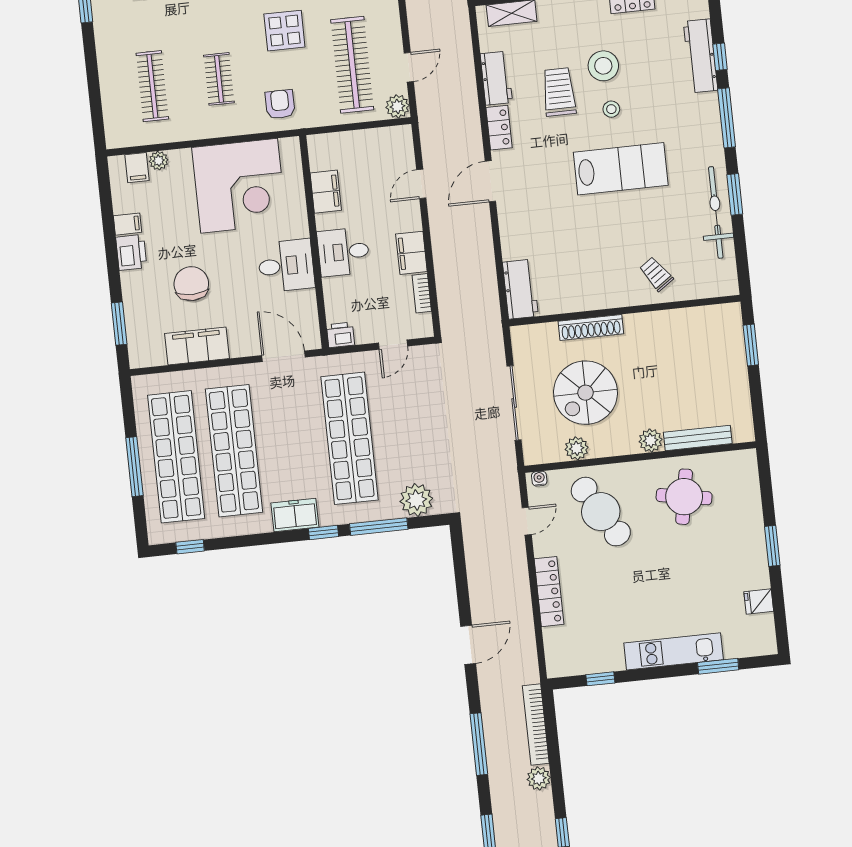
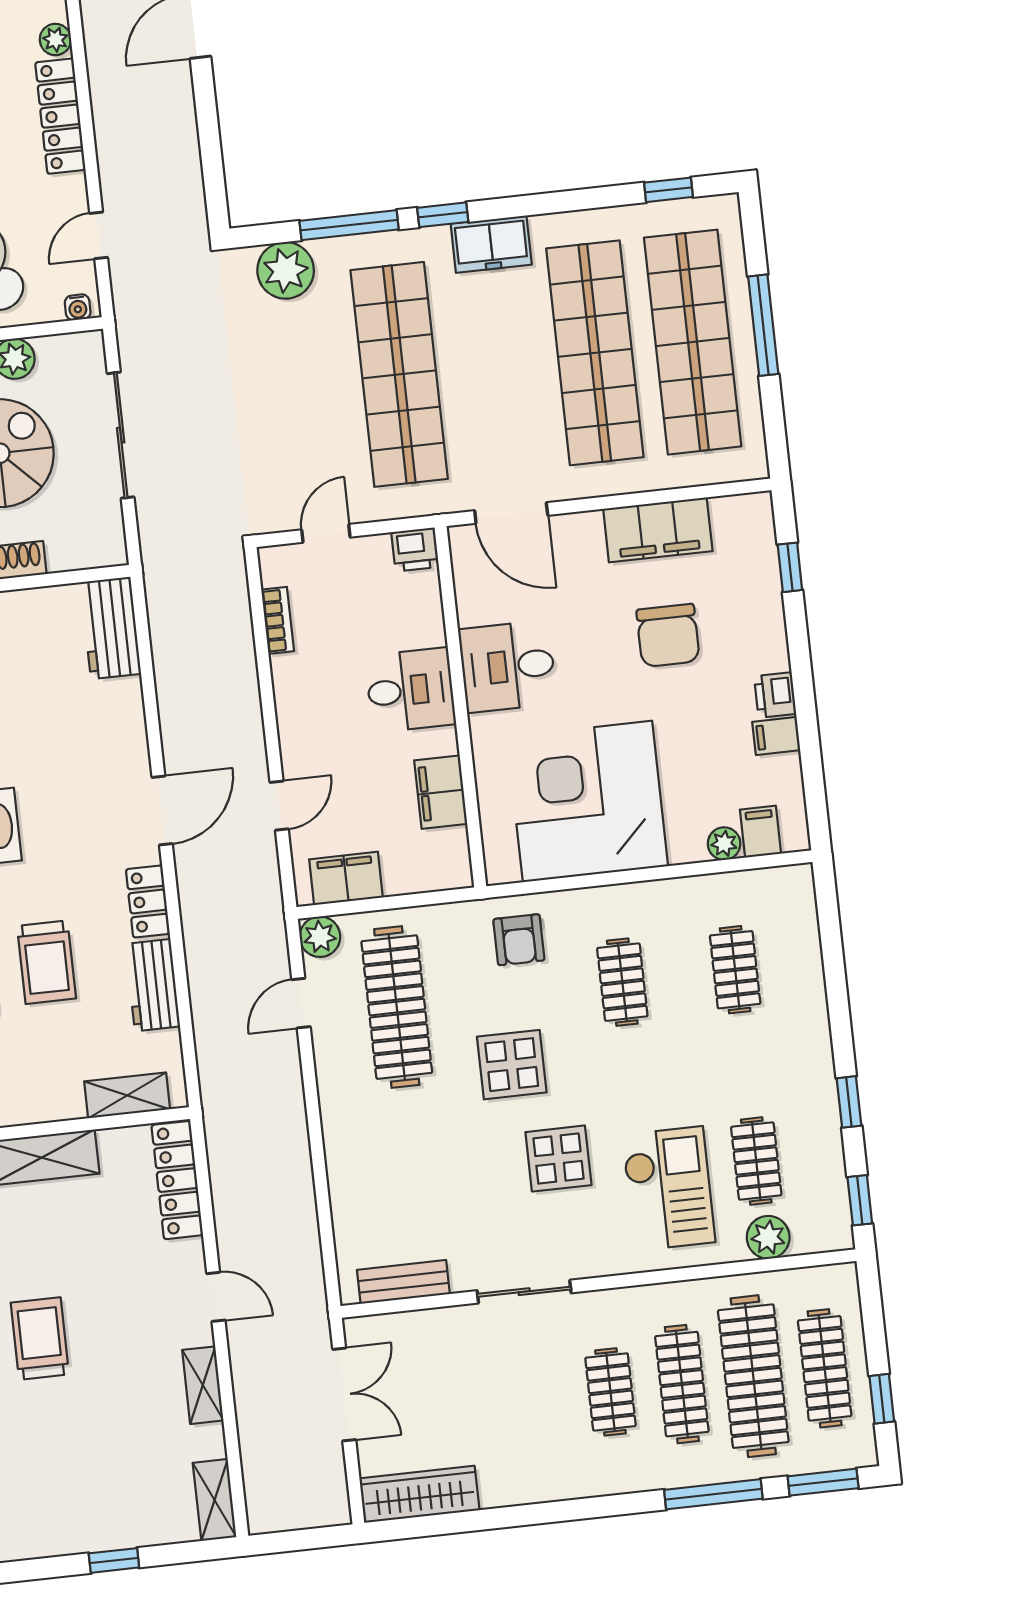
clothes rail: (152, 86) -> (735, 970), width x0.73
printer: (131, 252) -> (775, 695), width x0.73, depth x0.81
filing cabinet: (411, 253) -> (346, 878), moved, turned -90
window: (119, 324) -> (790, 567), width x0.67
plant: (552, 637) -> (55, 39), added

